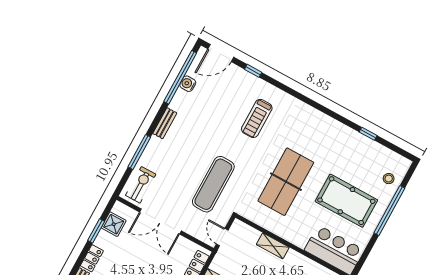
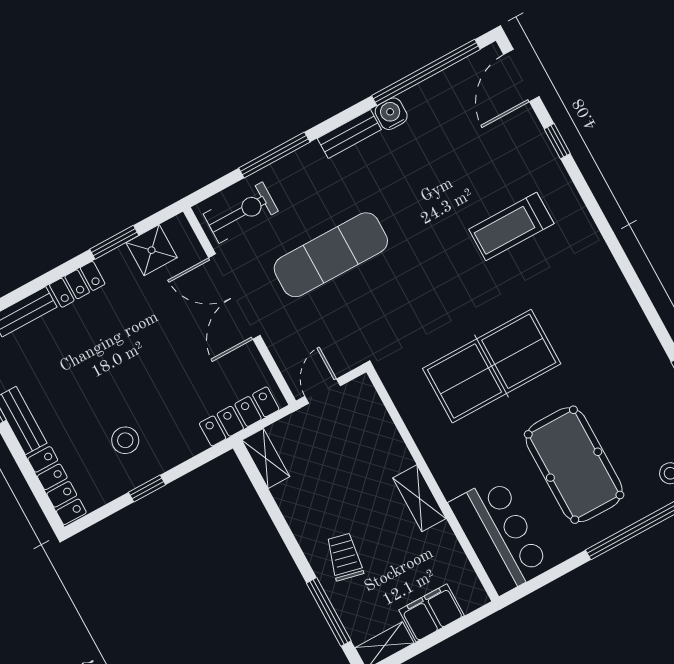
door: (221, 53) -> (521, 76), hinge flipped
water cooler: (188, 84) -> (391, 114), moved
exercise mat: (213, 184) -> (331, 255), moved
shelving: (273, 246) -> (419, 498), moved

